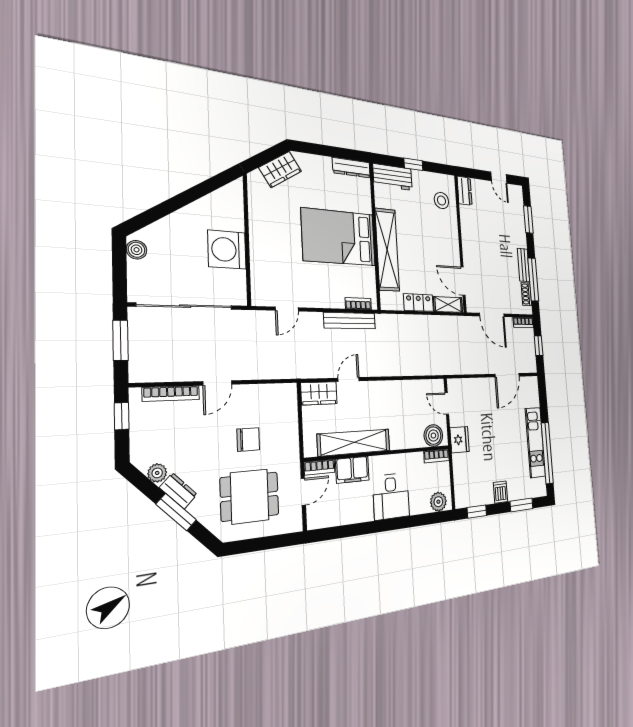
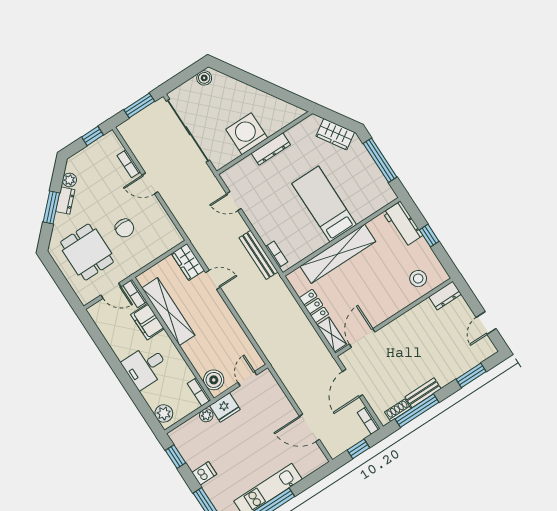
window: (328, 151) -> (380, 160), added
dresser: (351, 168) -> (271, 149), moved, turned -90
bed: (339, 237) -> (324, 204), width x0.67
bookcase: (171, 394) -> (129, 164), width x0.64
plant: (458, 461) -> (206, 415), added

